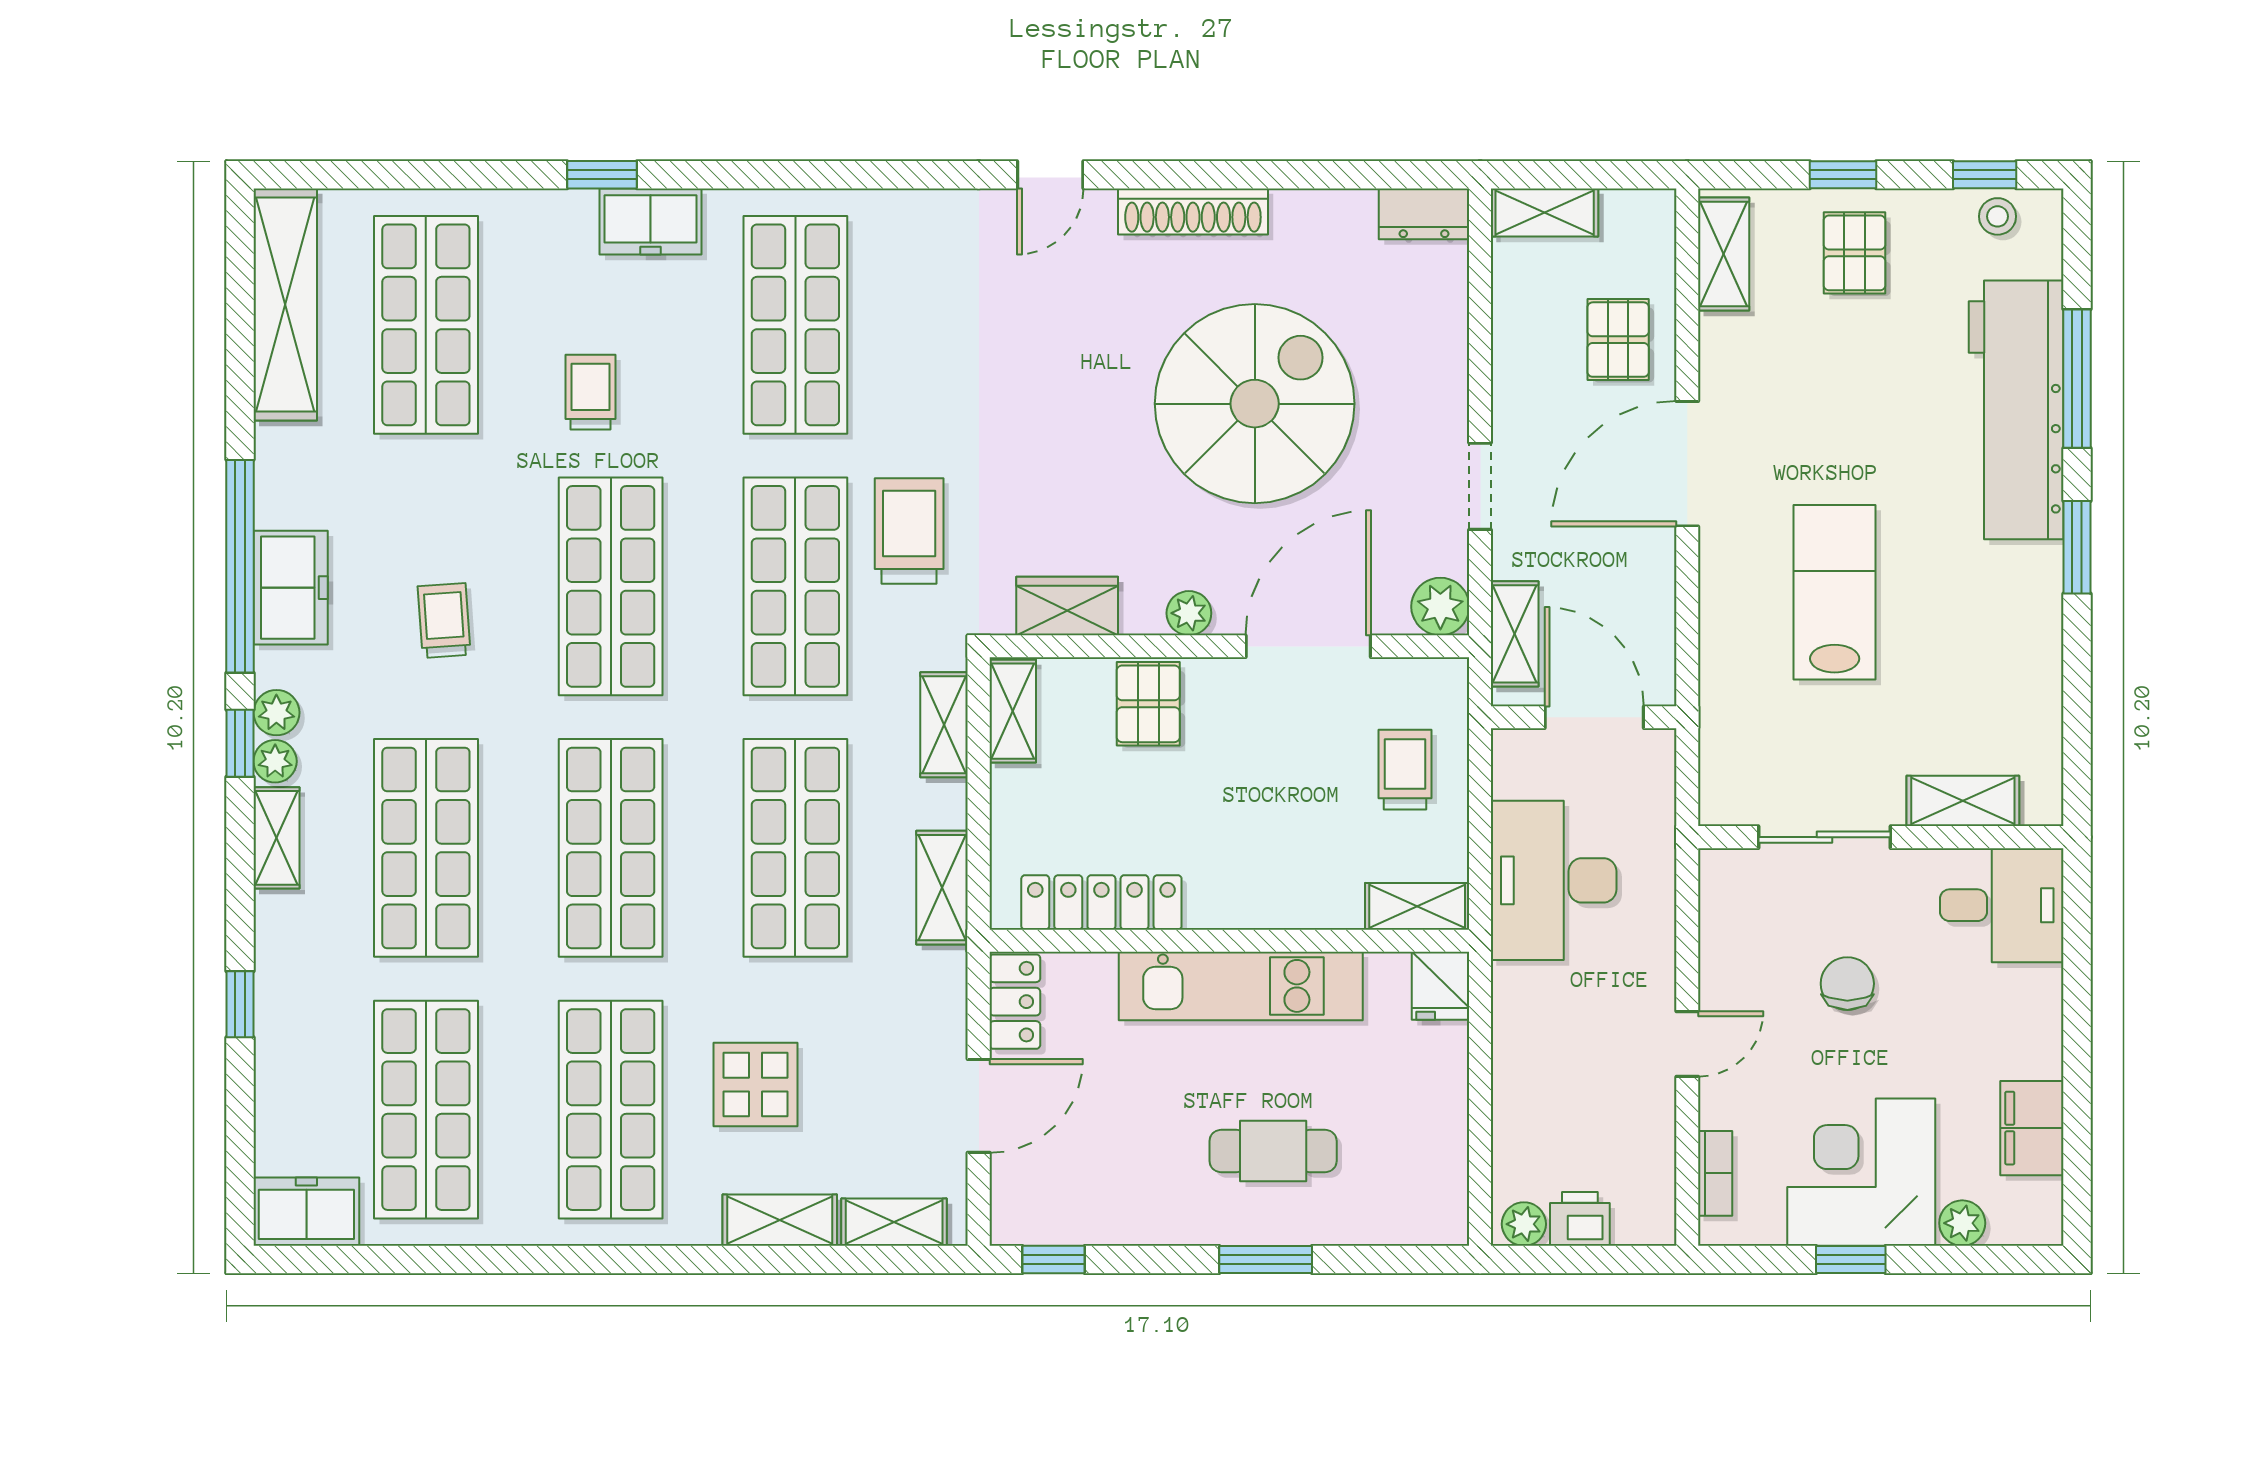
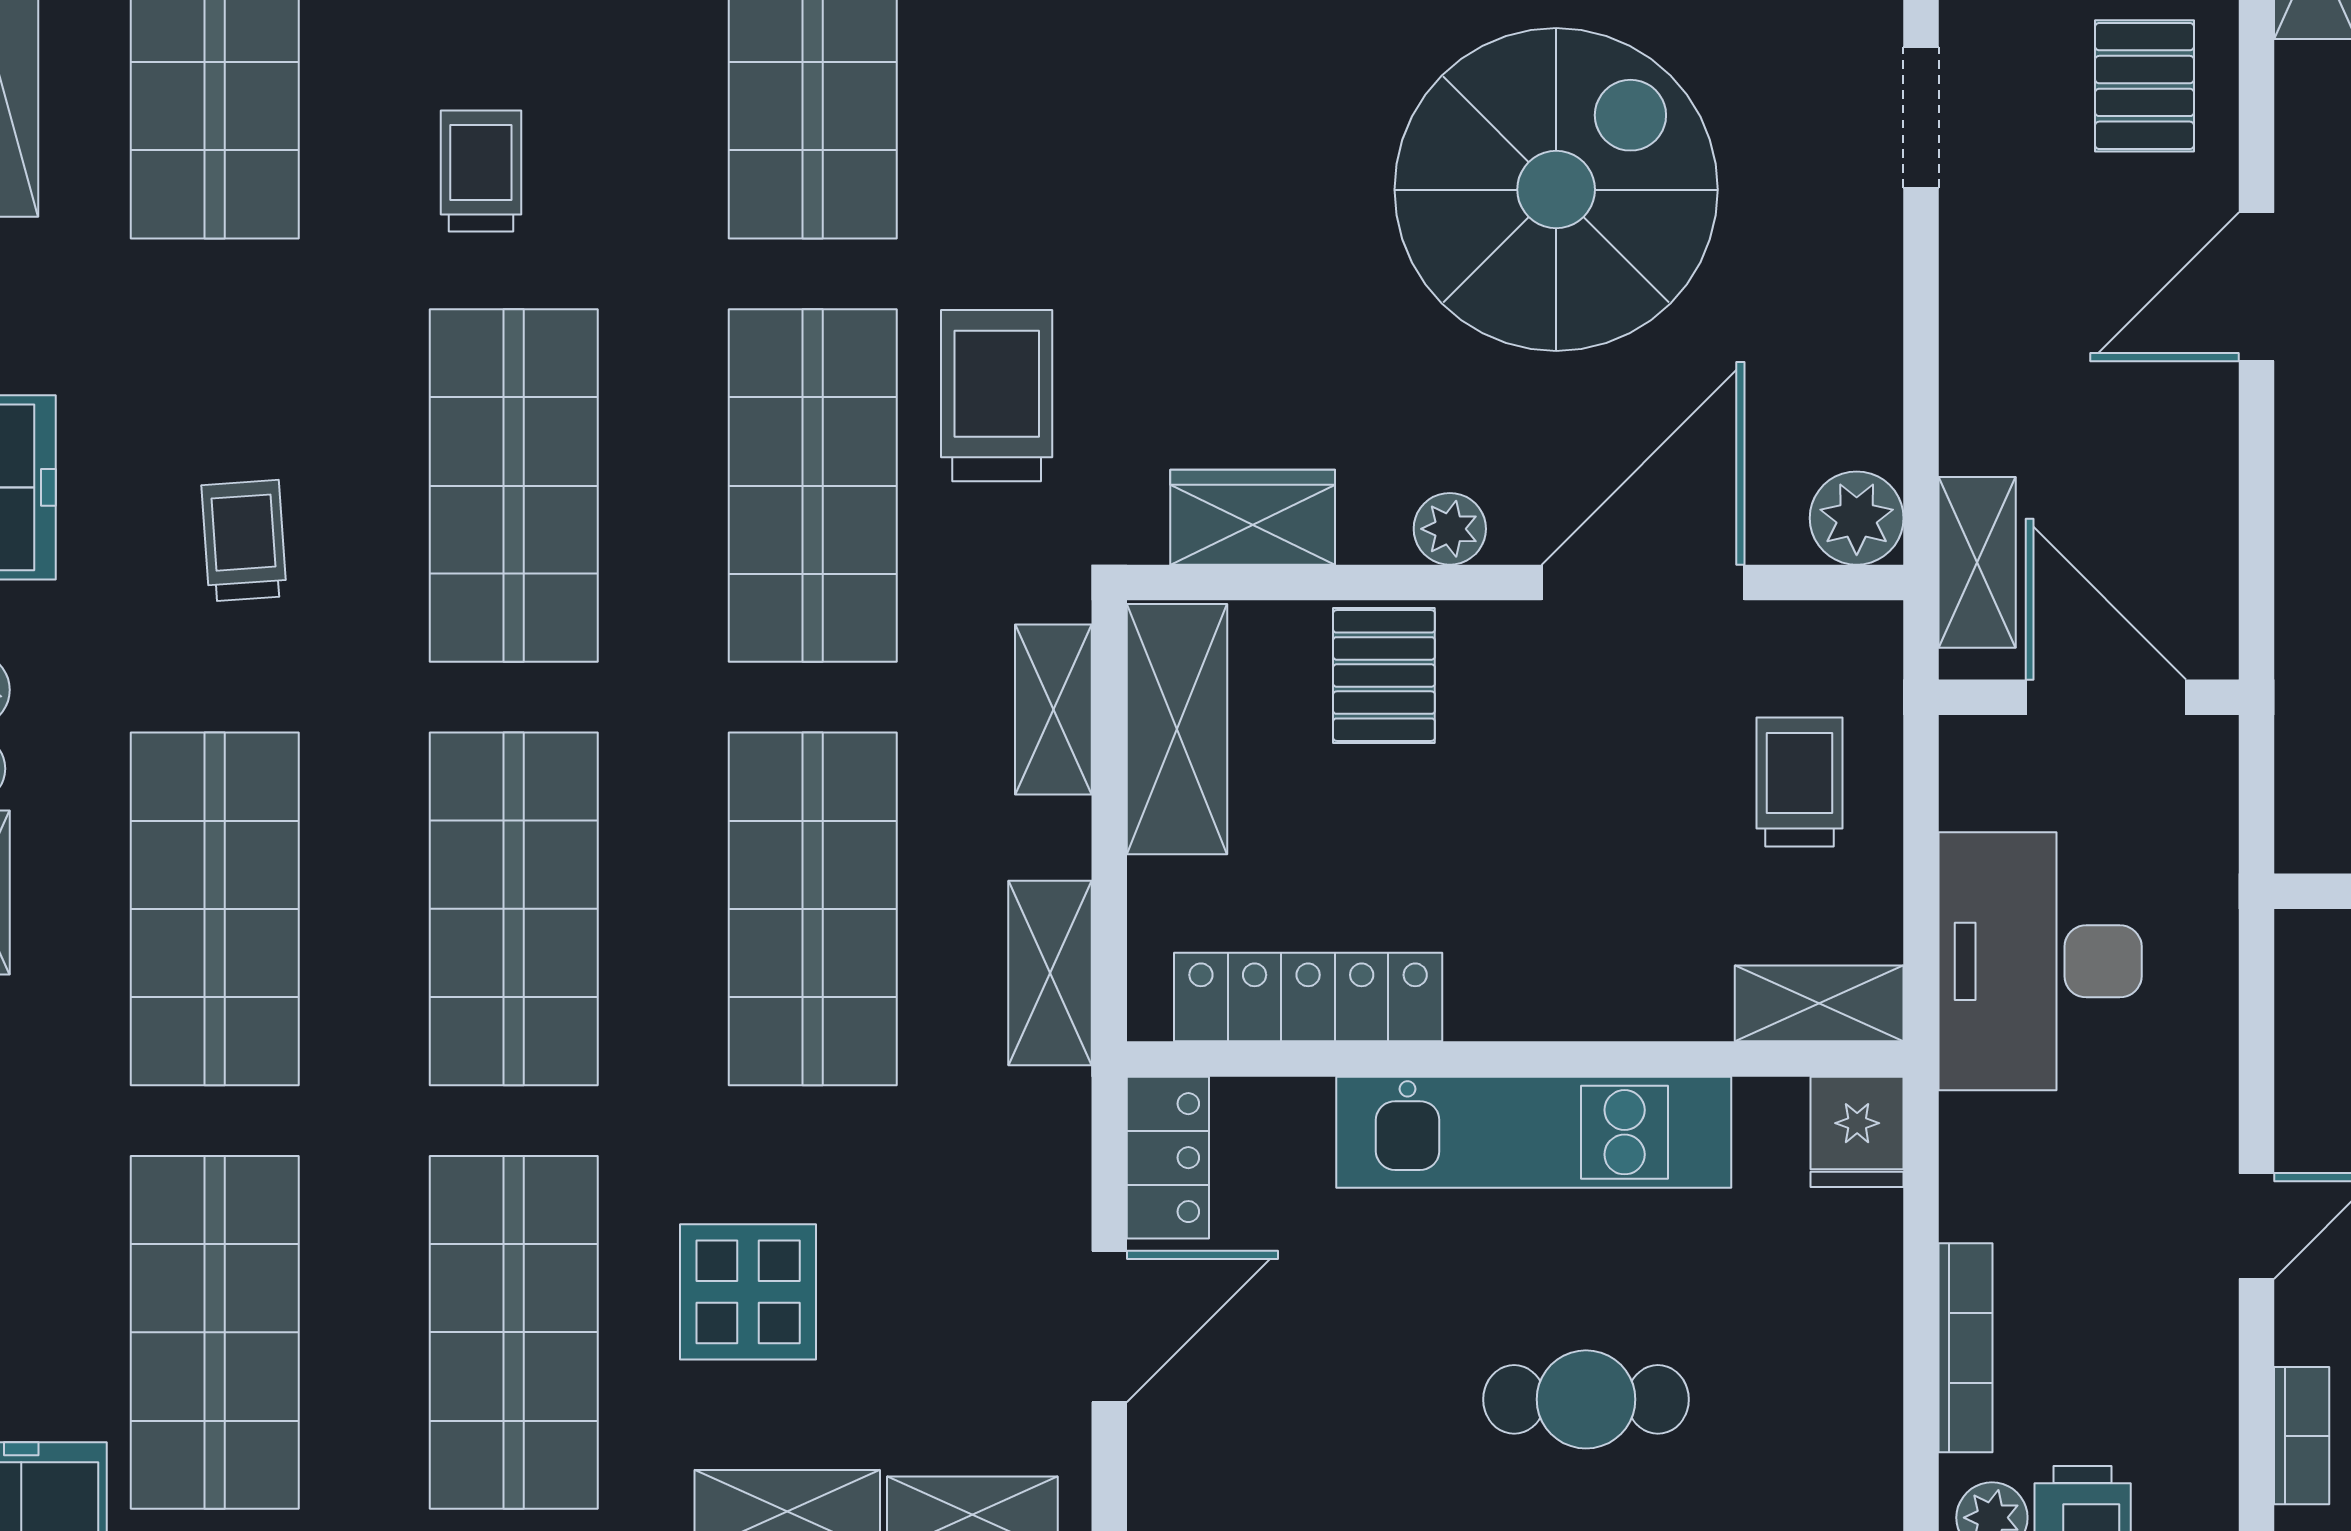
door: (1687, 464) -> (2256, 287), width x0.73
doorway: (1480, 486) -> (1921, 117), moved
shelving: (1013, 711) -> (1177, 729), width x1.50, depth x1.33
bookcase: (1508, 1119) -> (1966, 1348), added

